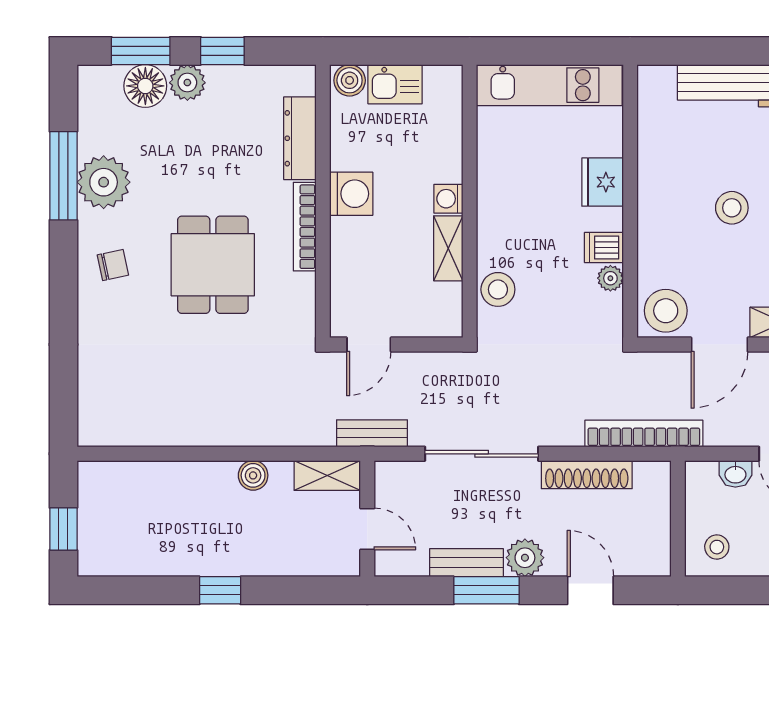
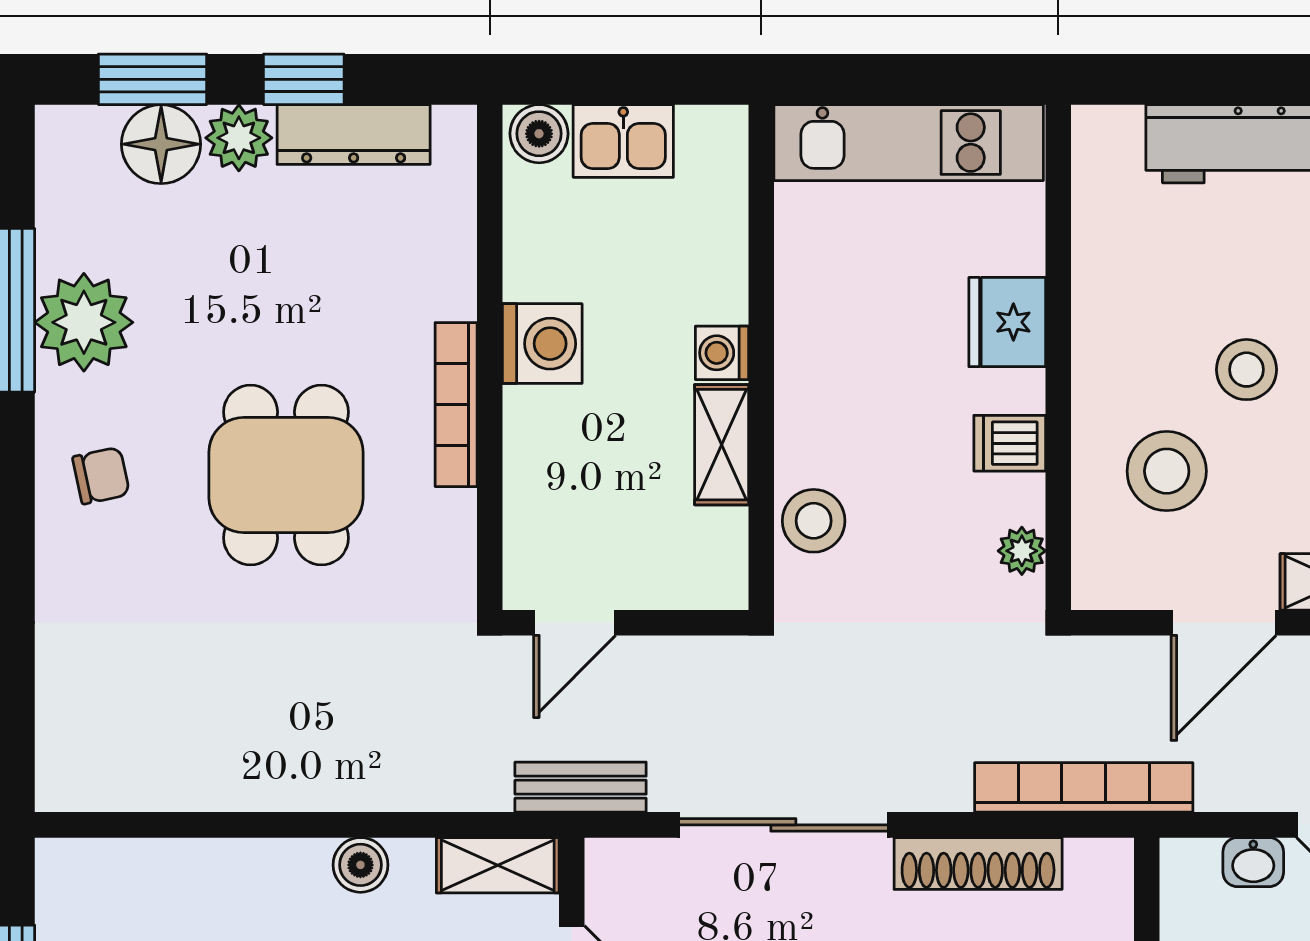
dresser: (300, 138) -> (354, 135), moved, turned -90
plant: (610, 278) -> (1022, 551), moved
stool: (666, 311) -> (1167, 471), moved

